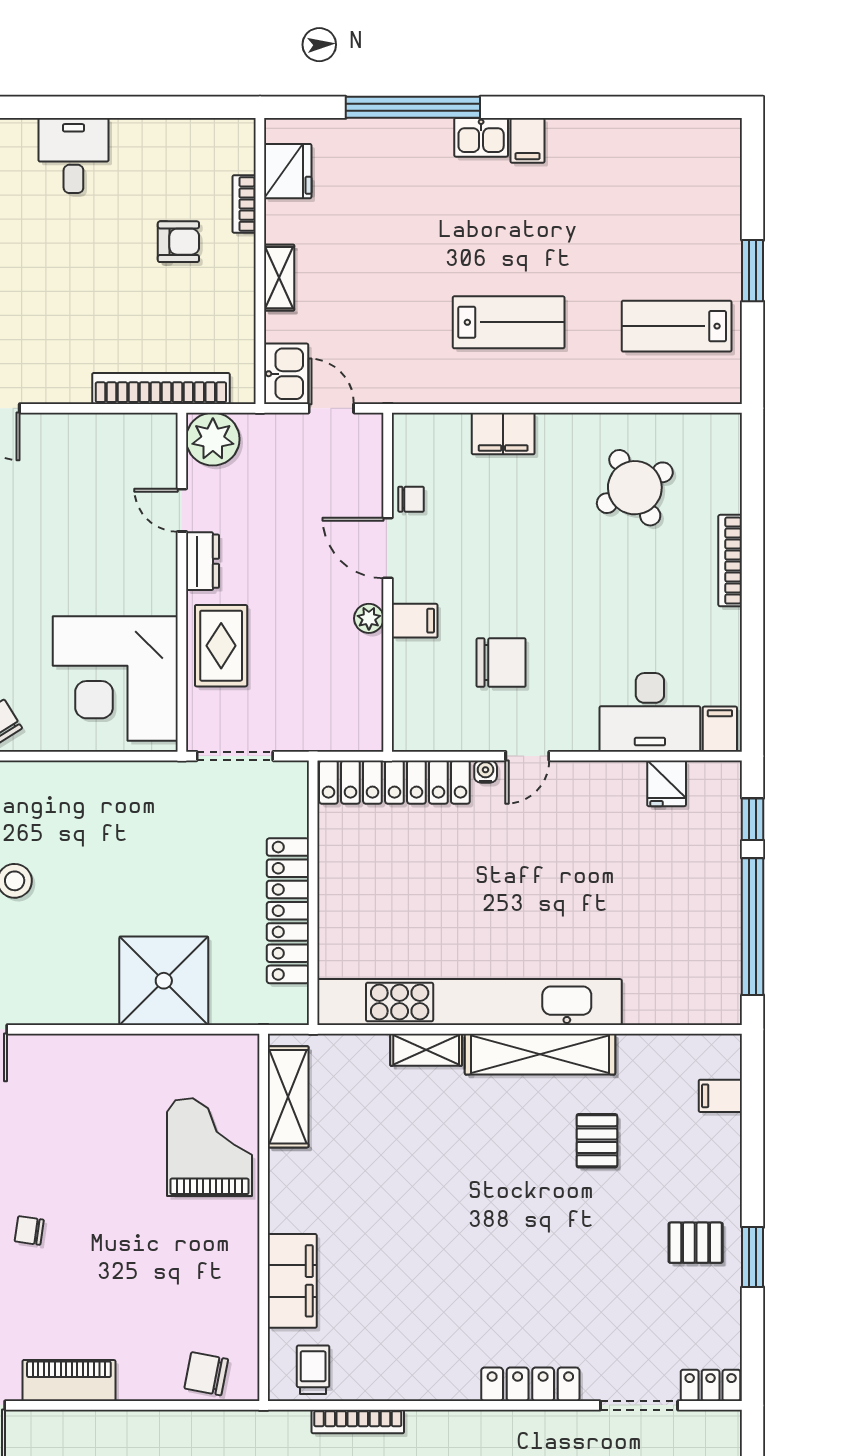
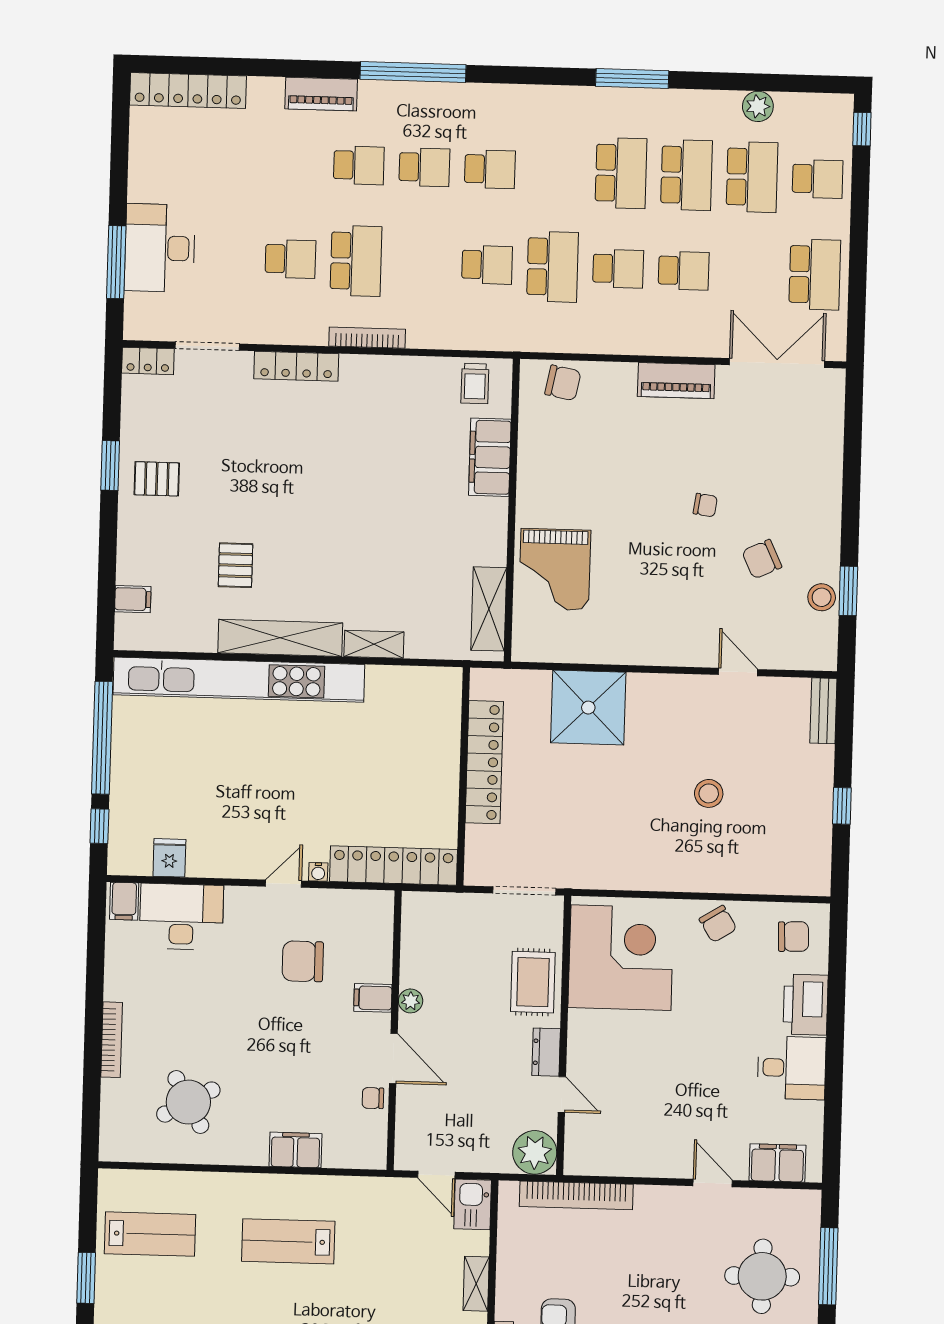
kitchen unit: (470, 1002) -> (239, 680), moved
bookcase: (358, 1422) -> (367, 338), moved

